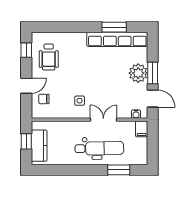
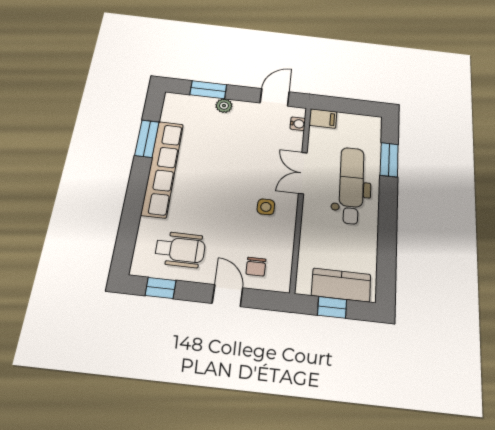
row of seats: (117, 39) -> (162, 169), moved
plant: (138, 73) -> (224, 106), width x0.53, depth x0.53
window: (153, 73) -> (208, 90), moved

